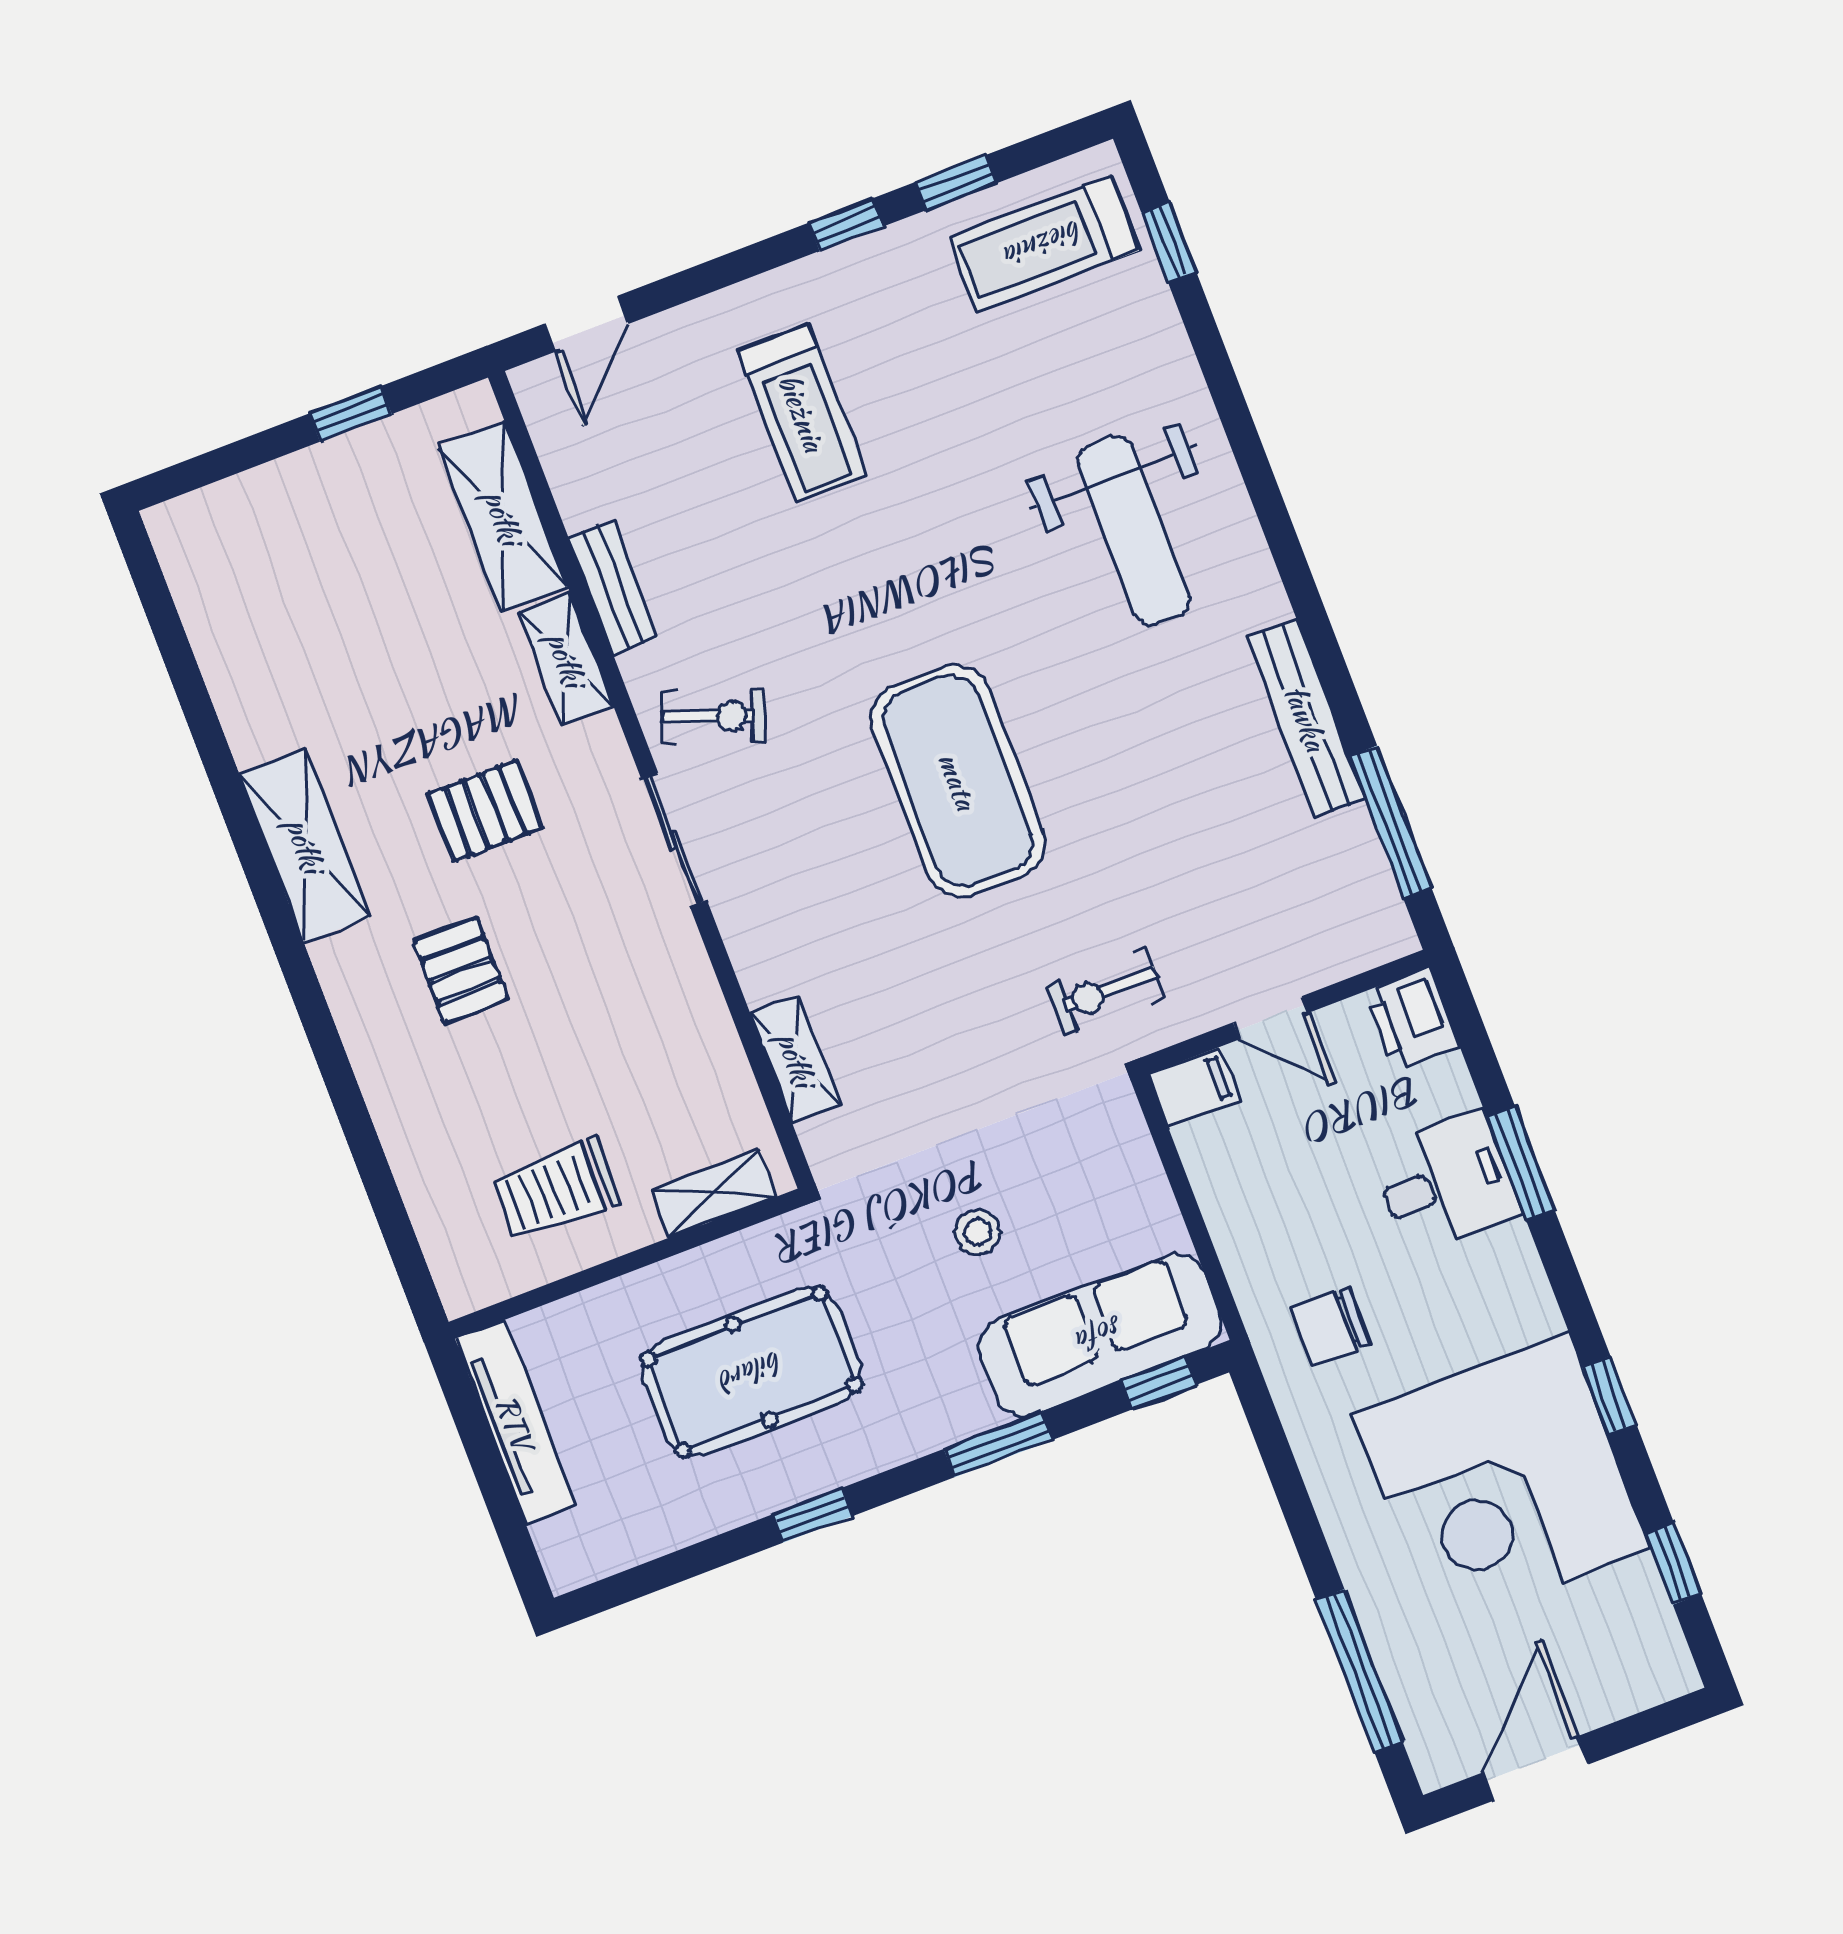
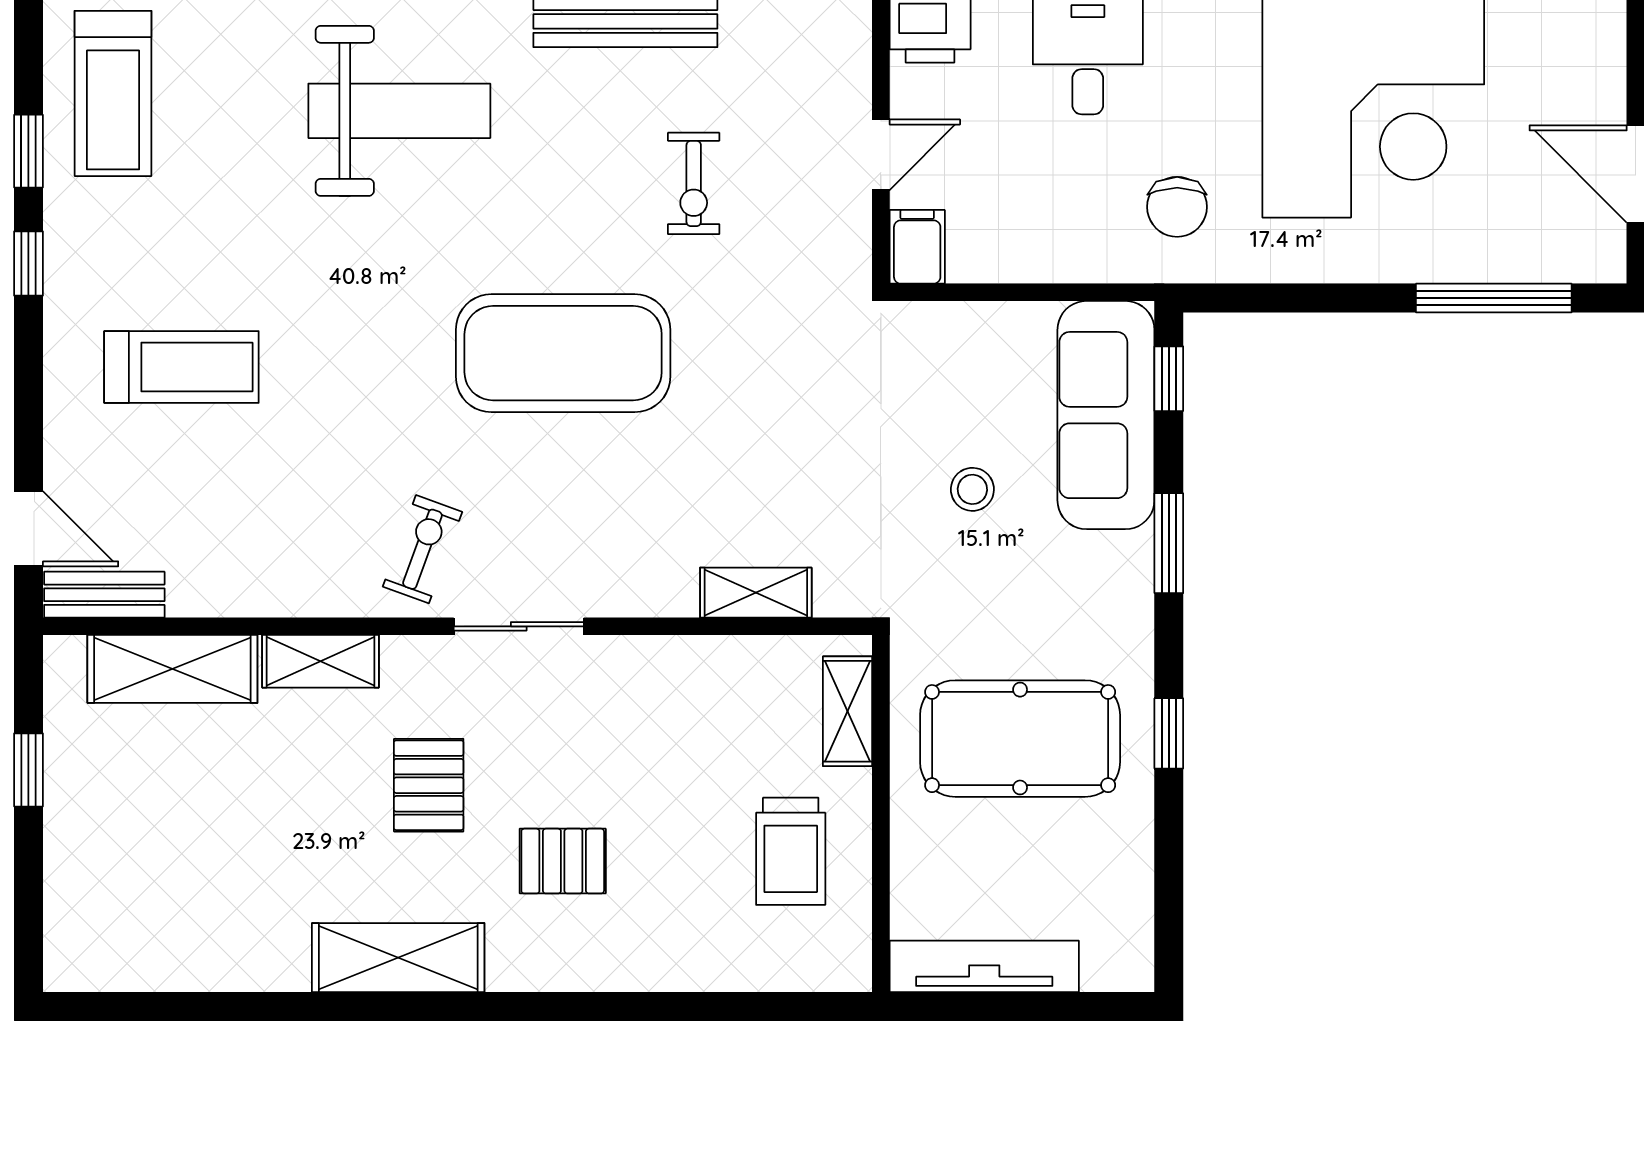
bench: (613, 587) -> (104, 595), moved
exercise bike: (1106, 991) -> (694, 183), moved
pool table: (752, 1372) -> (1020, 739), turned 90

